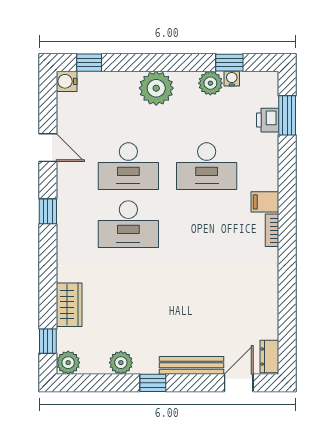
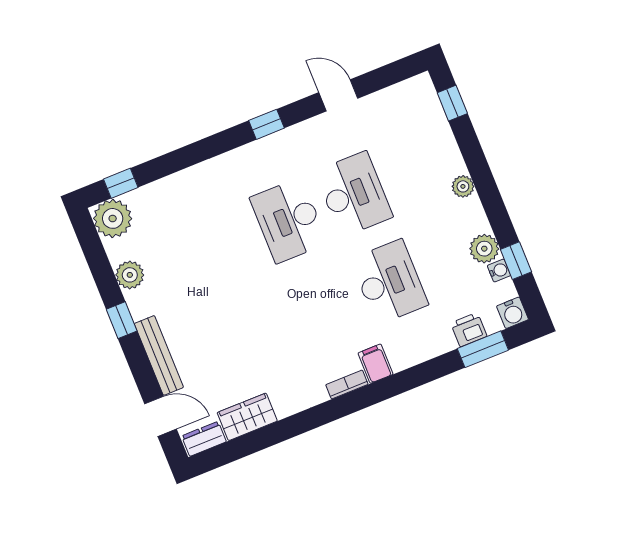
water cooler: (67, 81) -> (513, 313), moved, turned 180
plant: (156, 88) -> (463, 186), width x0.53, depth x0.53
door: (48, 148) -> (338, 95), swing flipped
desk: (128, 166) -> (354, 194), turned 180
desk: (207, 166) -> (389, 282), turned 180
wardrobe: (69, 305) -> (247, 417), moved, turned 180
plant: (68, 363) -> (113, 218), width x1.36, depth x1.36

